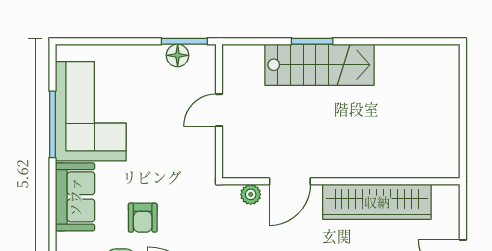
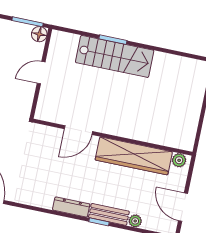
floor lamp: (178, 55) -> (39, 34), moved
plant: (251, 194) -> (179, 160), moved

